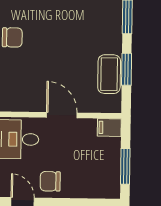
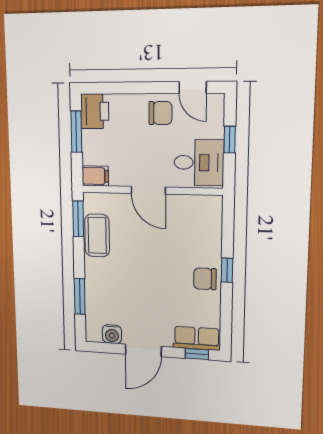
window: (127, 69) -> (78, 219), moved
printer: (108, 184) -> (95, 111), added

